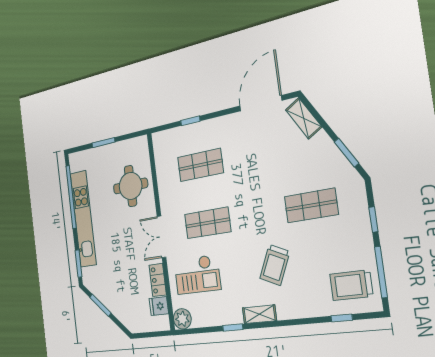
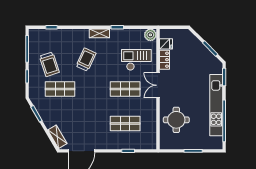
double door: (161, 237) -> (158, 85), swing flipped
trolley: (351, 285) -> (49, 64), moved, turned 72

